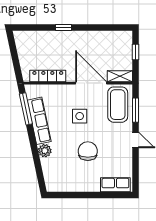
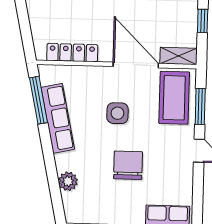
plant: (45, 151) -> (68, 181), moved

